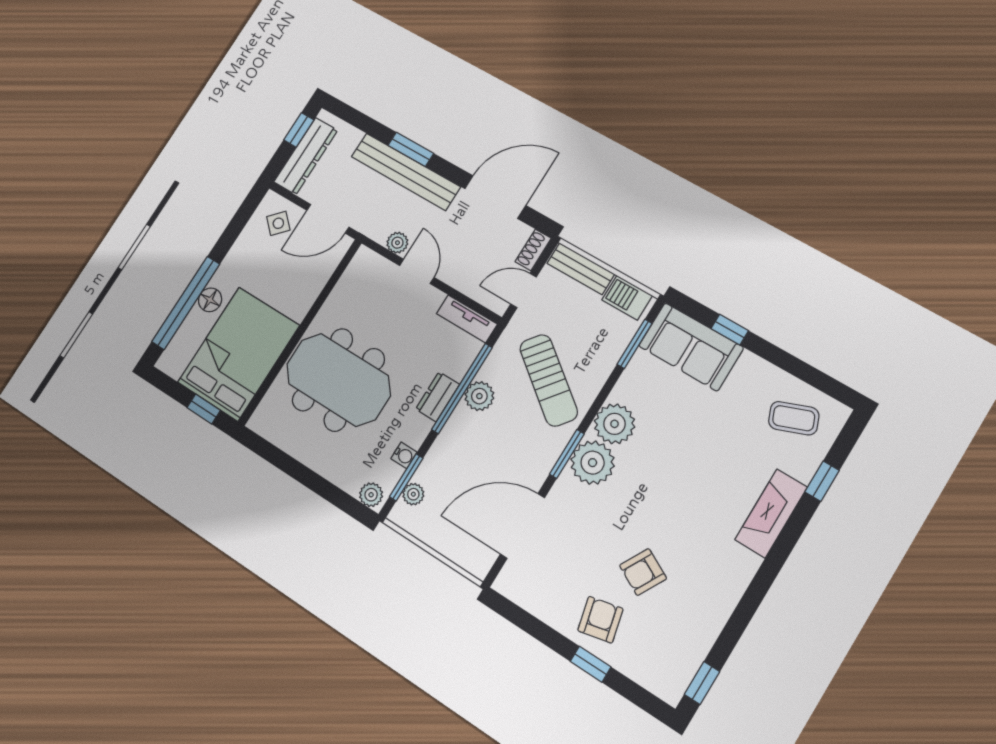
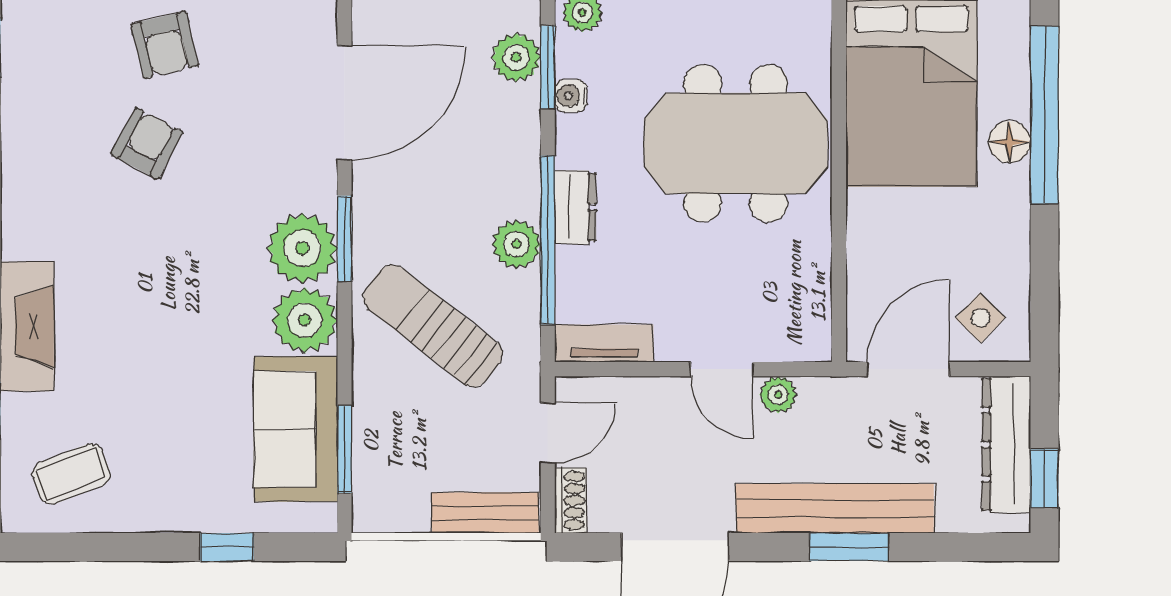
barbecue: (627, 298) -> (394, 509), removed
sofa: (691, 347) -> (296, 429), moved, turned -90
plant: (413, 494) -> (516, 57), width x1.38, depth x1.38

